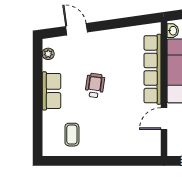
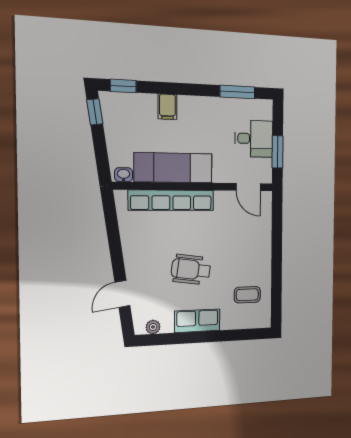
wheelchair: (95, 86) -> (191, 270), width x1.36, depth x1.37
door: (164, 119) -> (248, 187), moved

